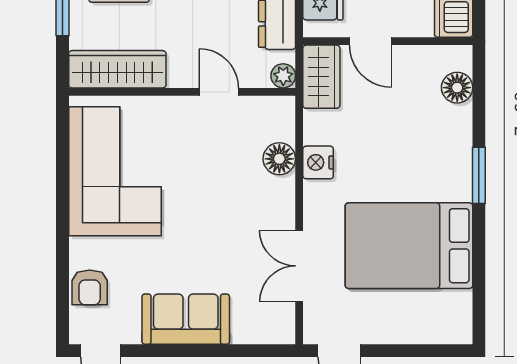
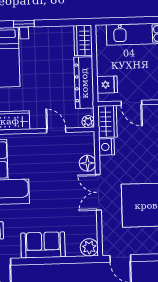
nightstand: (318, 162) -> (106, 147), moved
double door: (299, 266) -> (98, 192), moved
plant: (278, 327) -> (89, 247), added

